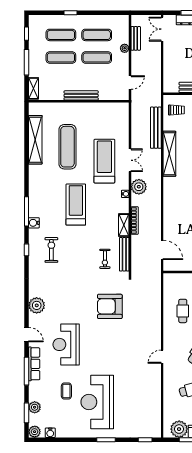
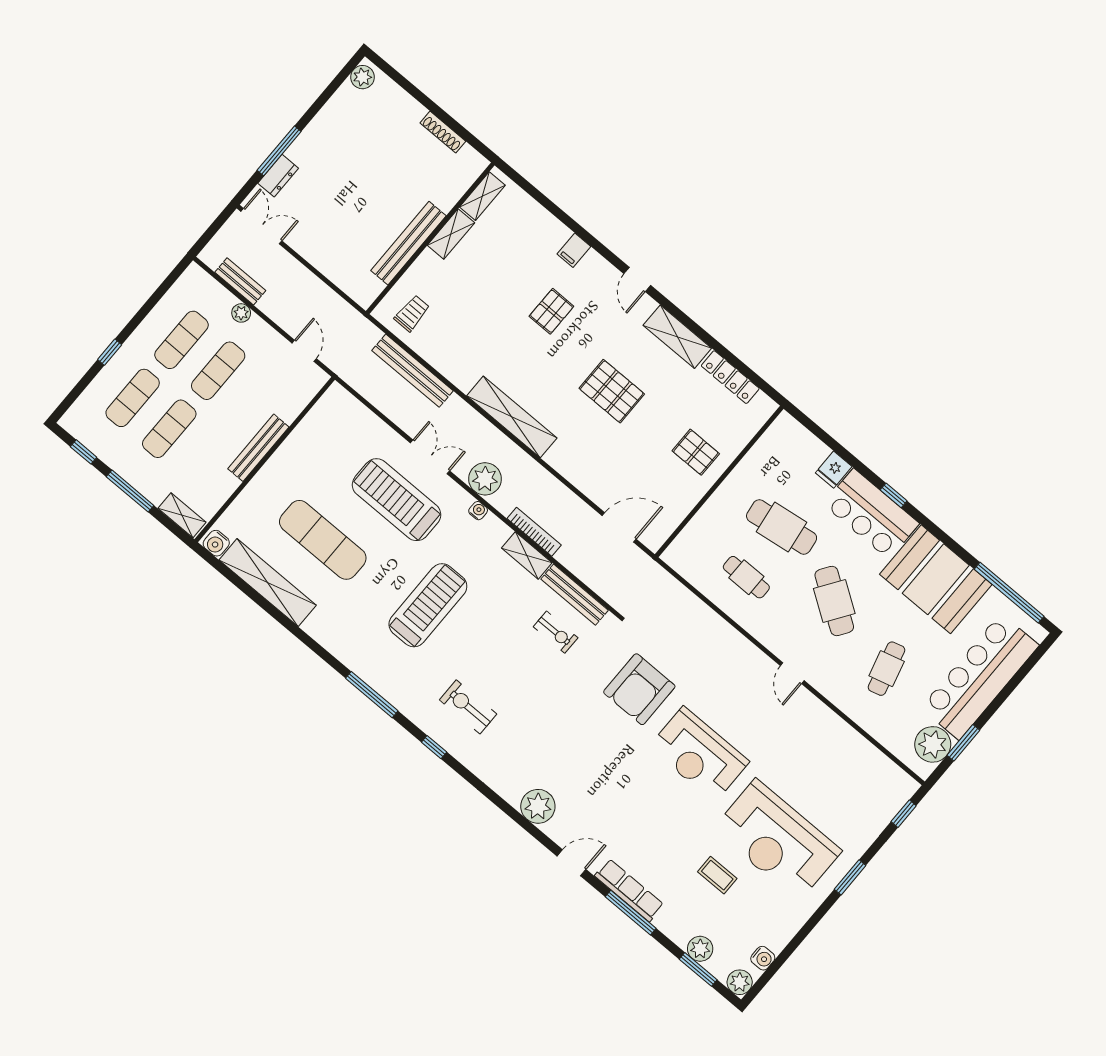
double door: (162, 29) -> (261, 226), swing flipped
shelving: (169, 154) -> (512, 417), moved
treadmill: (76, 205) -> (428, 605), turned 90
water cooler: (34, 223) -> (216, 543), moved
reception desk: (66, 344) -> (699, 754), moved

